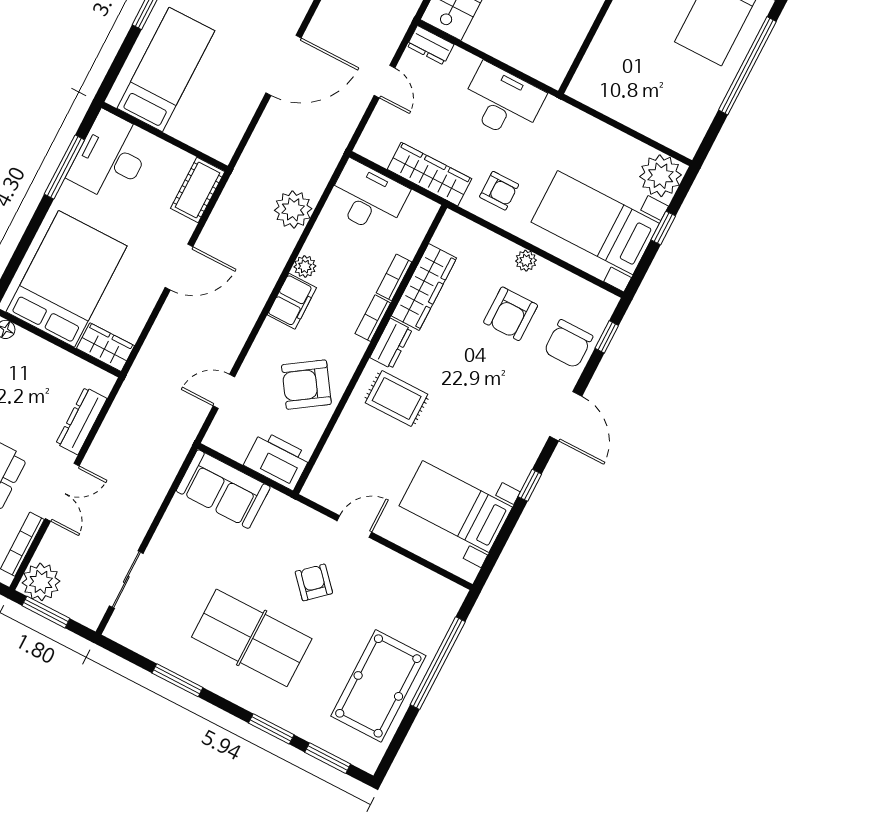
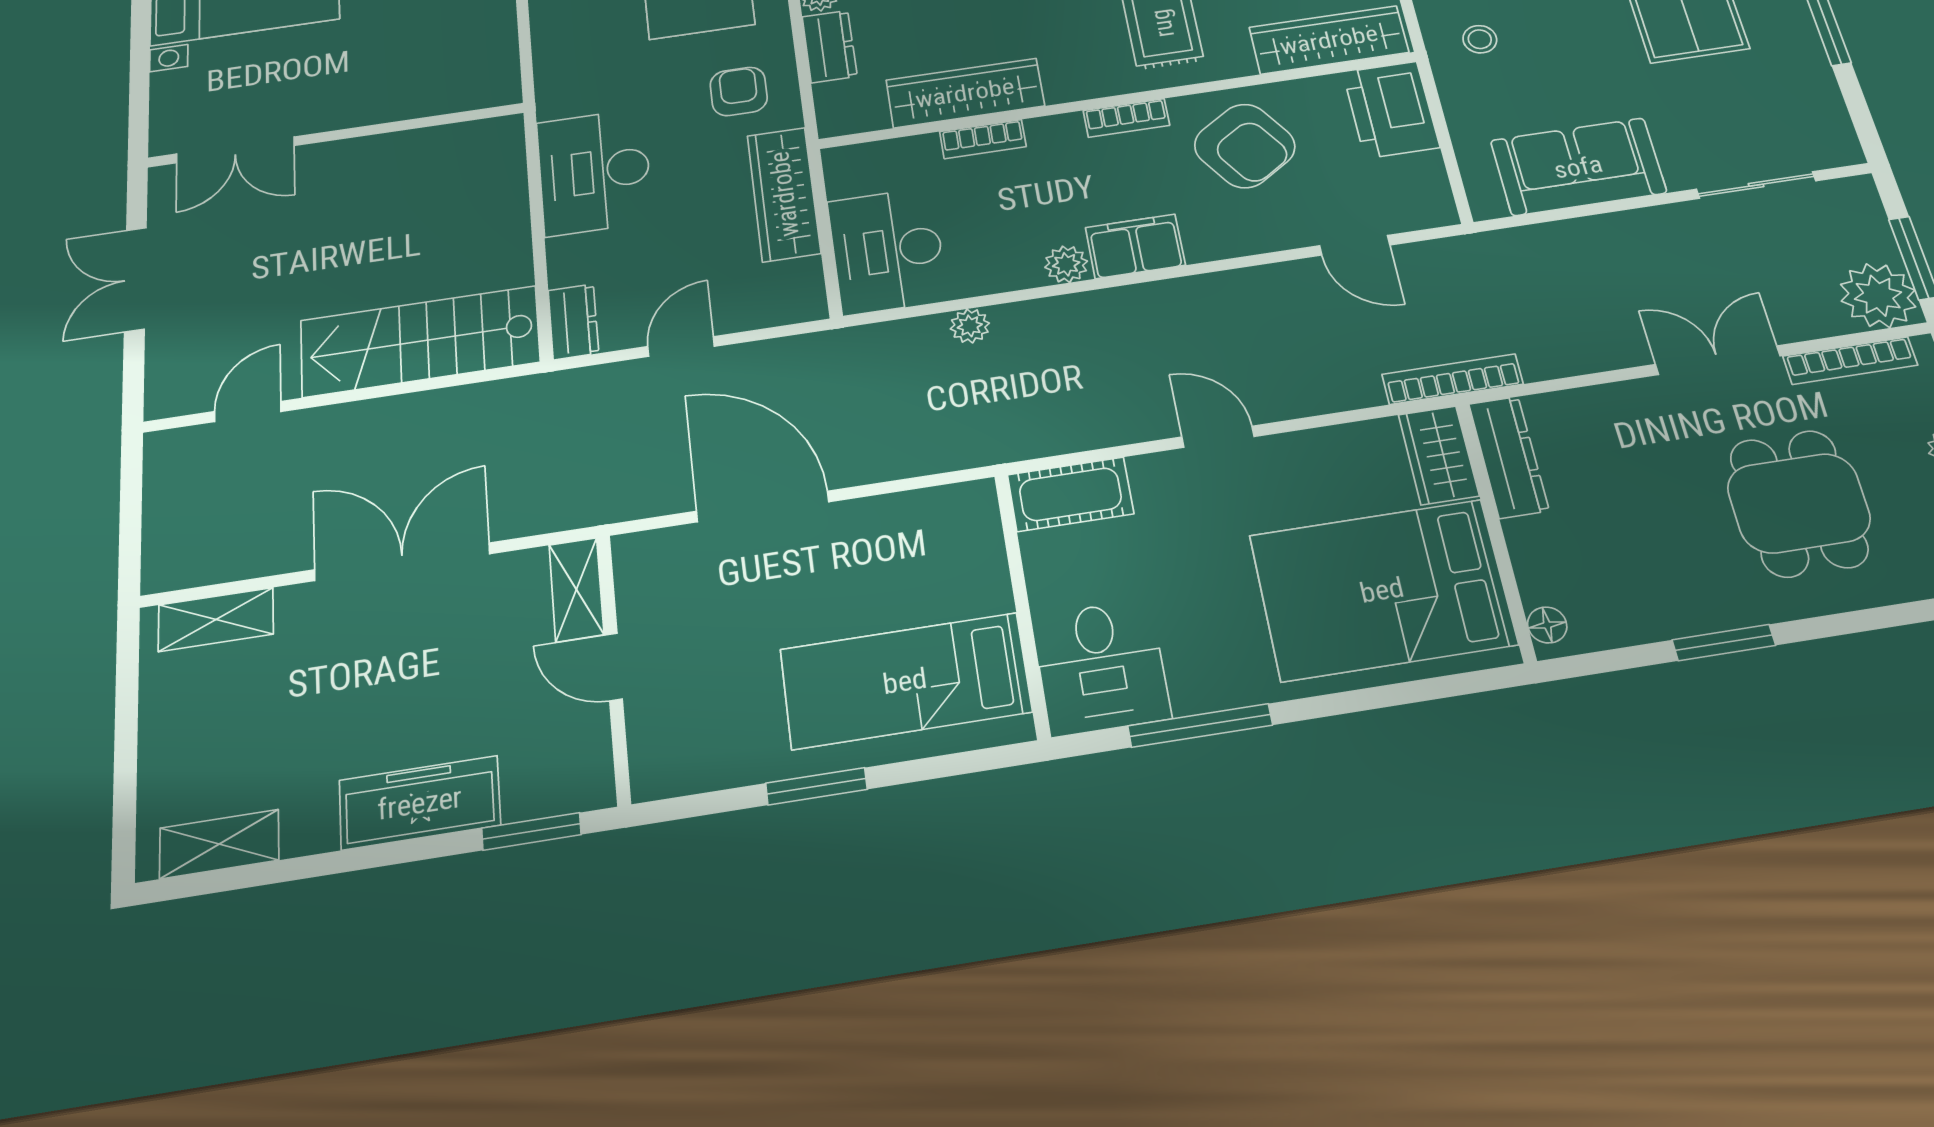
desk: (111, 157) -> (1101, 667), width x0.73
plant: (293, 209) -> (970, 326), width x0.53, depth x0.53
door: (179, 267) -> (1218, 437), width x0.73
bookcase: (373, 318) -> (1126, 118), moved
dresser: (391, 344) -> (830, 46), moved, turned 90
bookcase: (134, 380) -> (1452, 379), added
dresser: (81, 421) -> (1509, 457), moved, turned -90
wardrobe: (333, 463) -> (1329, 40), added
sofa: (223, 489) -> (1578, 167), moved, turned -90
stool: (284, 527) -> (1480, 39), added

